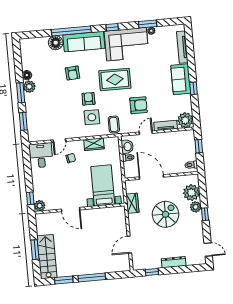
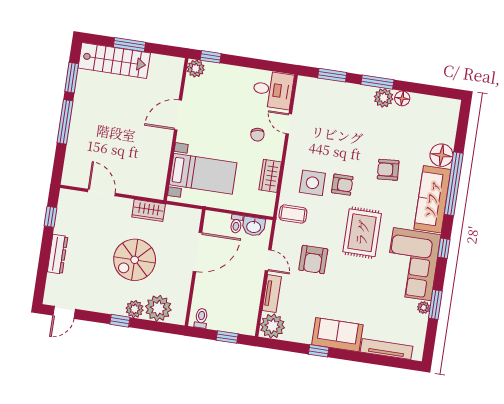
wardrobe: (132, 203) -> (149, 210), moved
spiral stairs: (166, 214) -> (135, 260), turned 90

